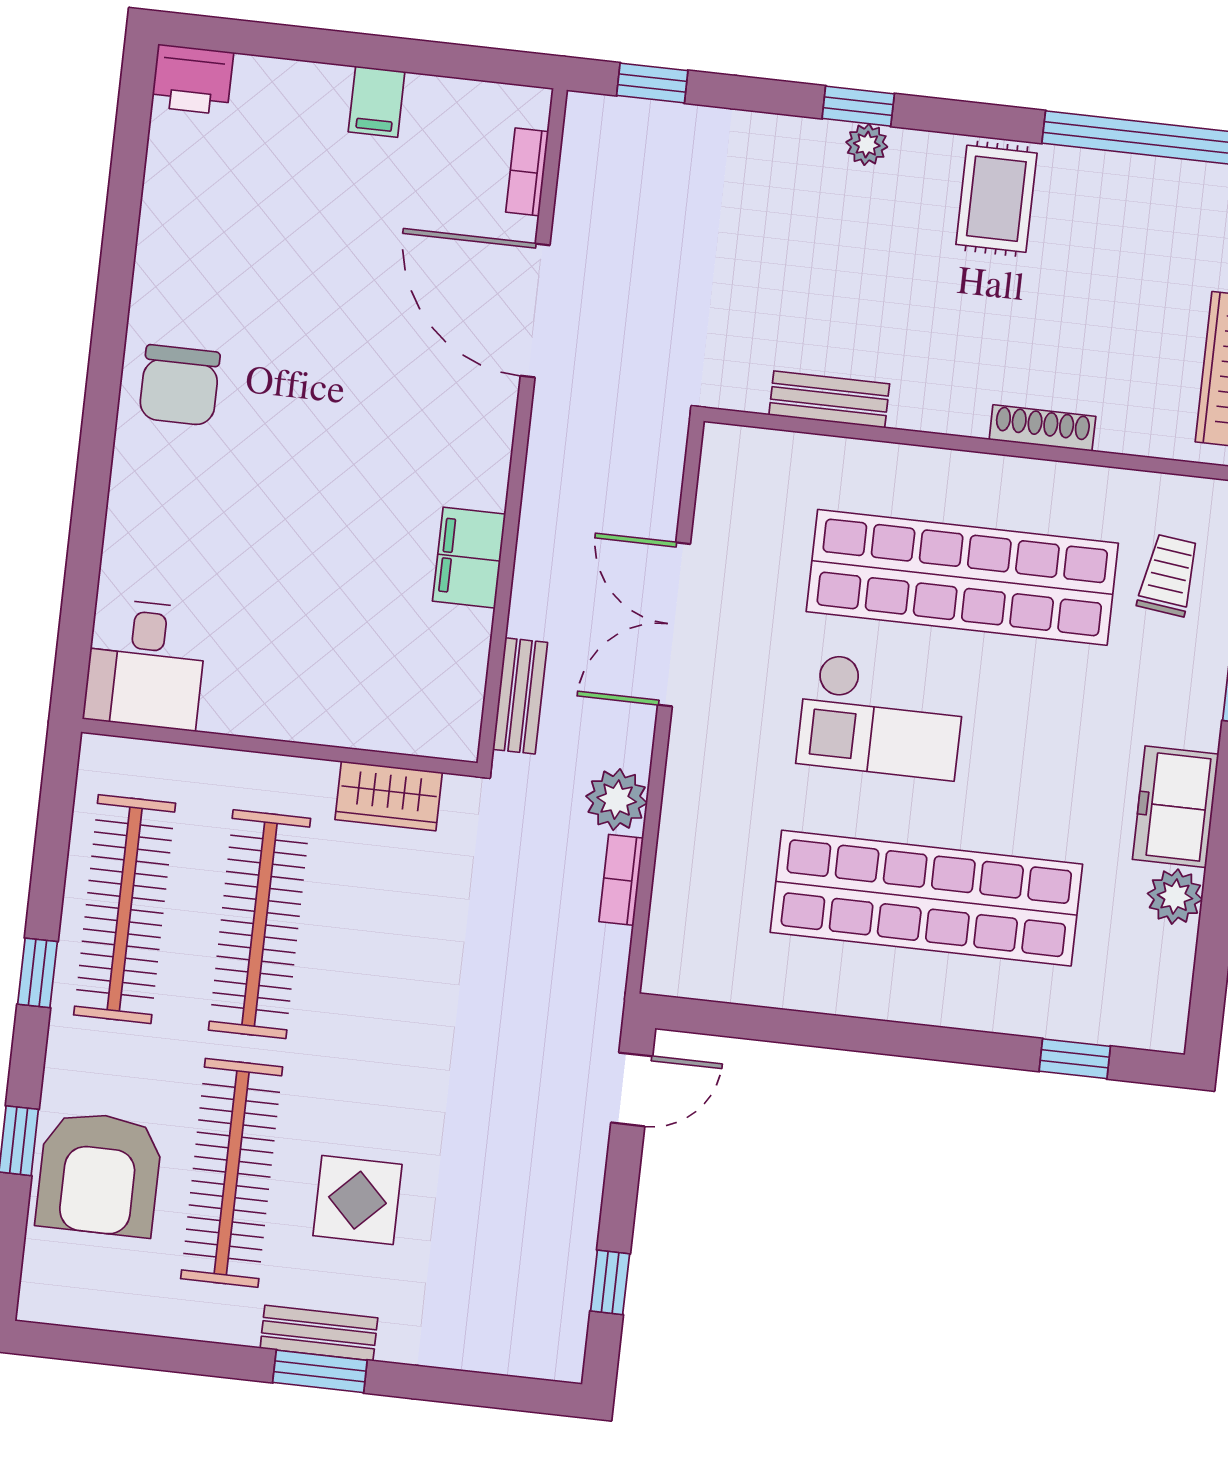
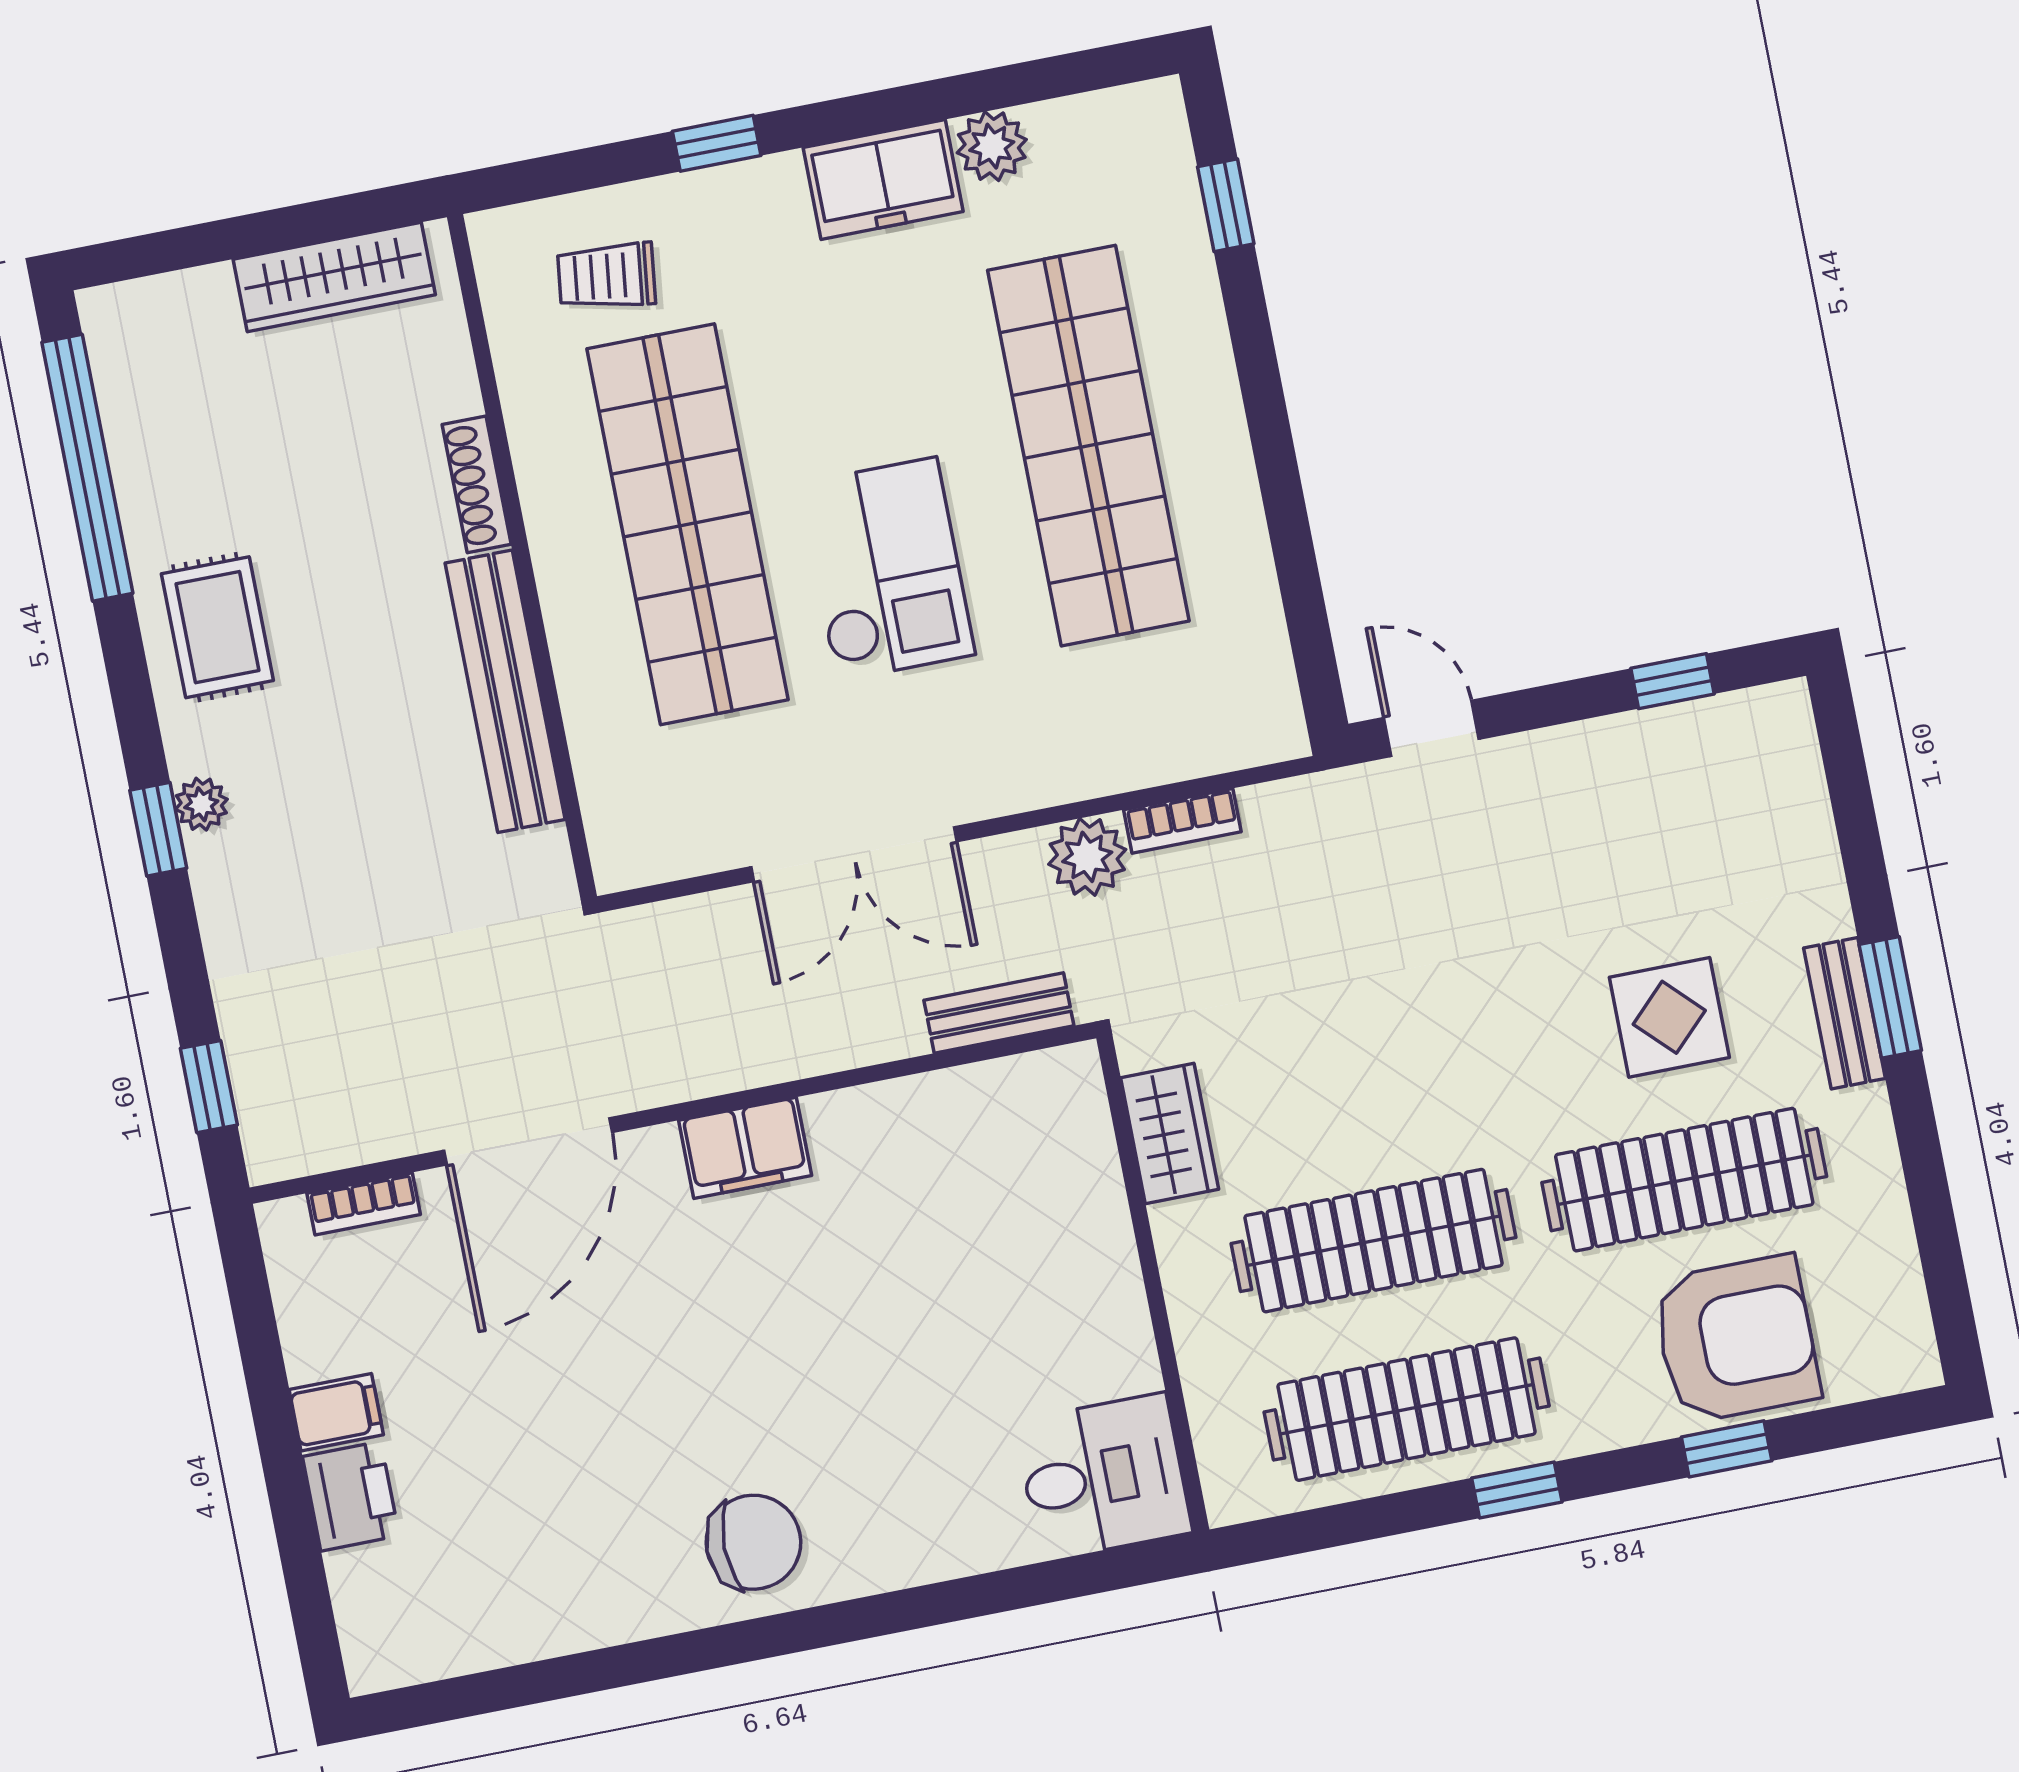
printer: (192, 80) -> (351, 1496), moved
rug: (996, 199) -> (217, 627), turned 90
bench: (829, 399) -> (505, 691), width x1.86, depth x1.21
filing cabinet: (469, 558) -> (745, 1148), moved

